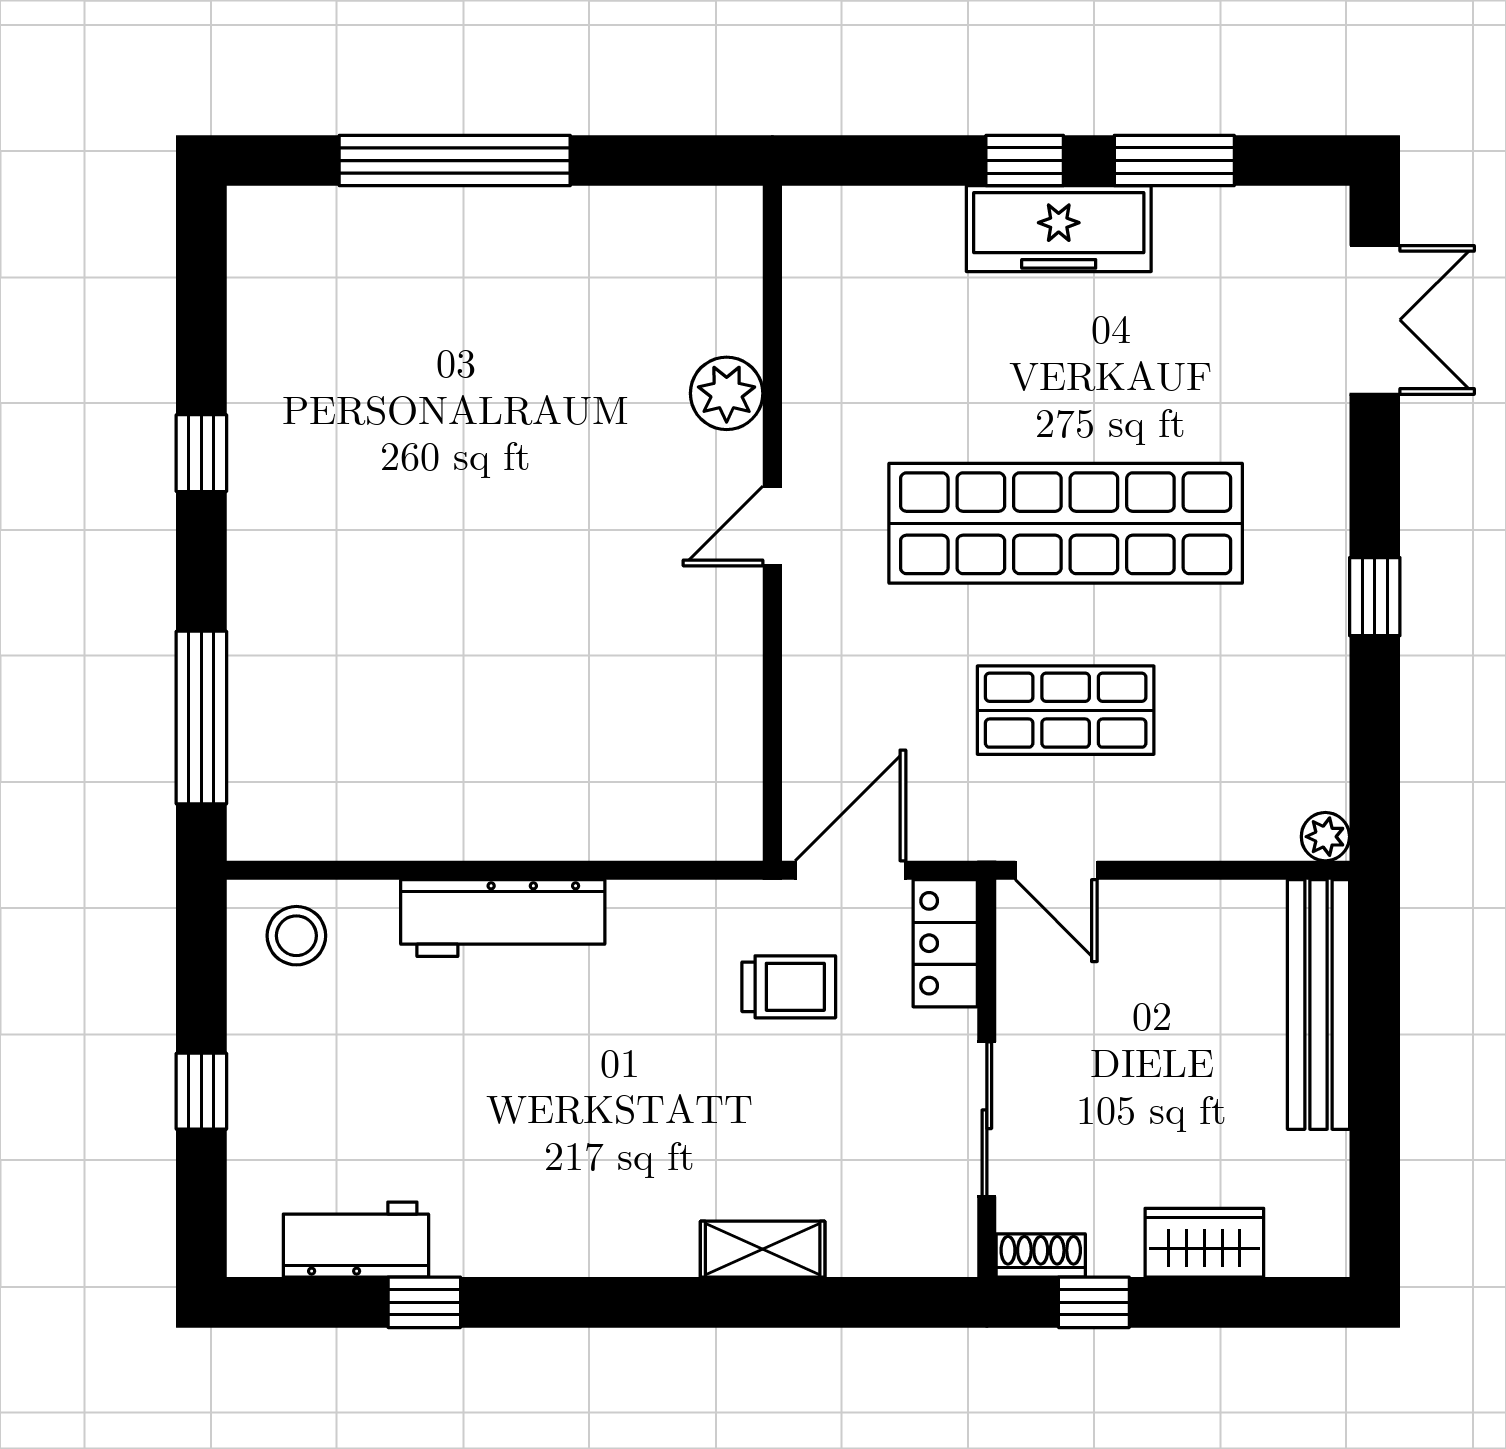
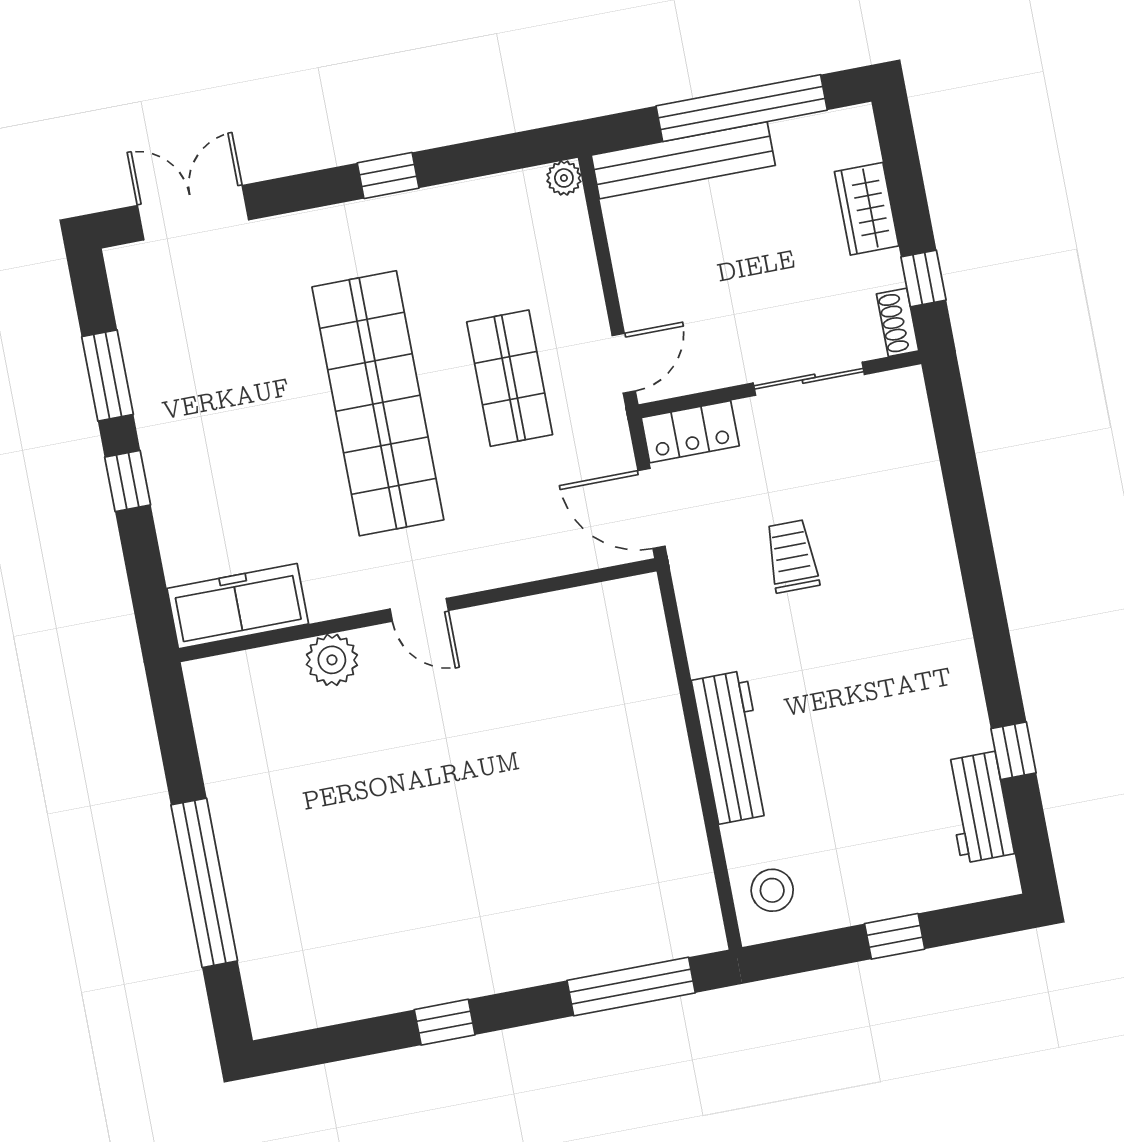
freezer: (1059, 229) -> (238, 606), moved, turned -90
trolley: (789, 987) -> (792, 556), moved
window: (1375, 1098) -> (742, 108), added
shelving: (763, 1249) -> (930, 519), removed

